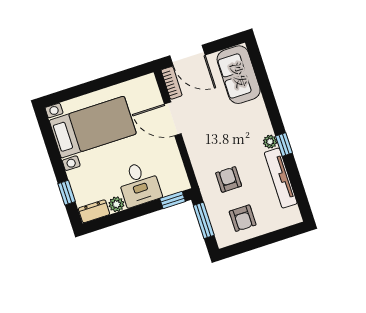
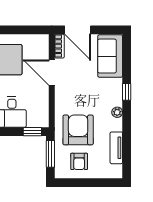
window: (284, 144) -> (127, 92), moved
tv unit: (281, 178) -> (116, 148), width x0.71
armchair: (229, 179) -> (78, 130), width x1.88, depth x1.88

